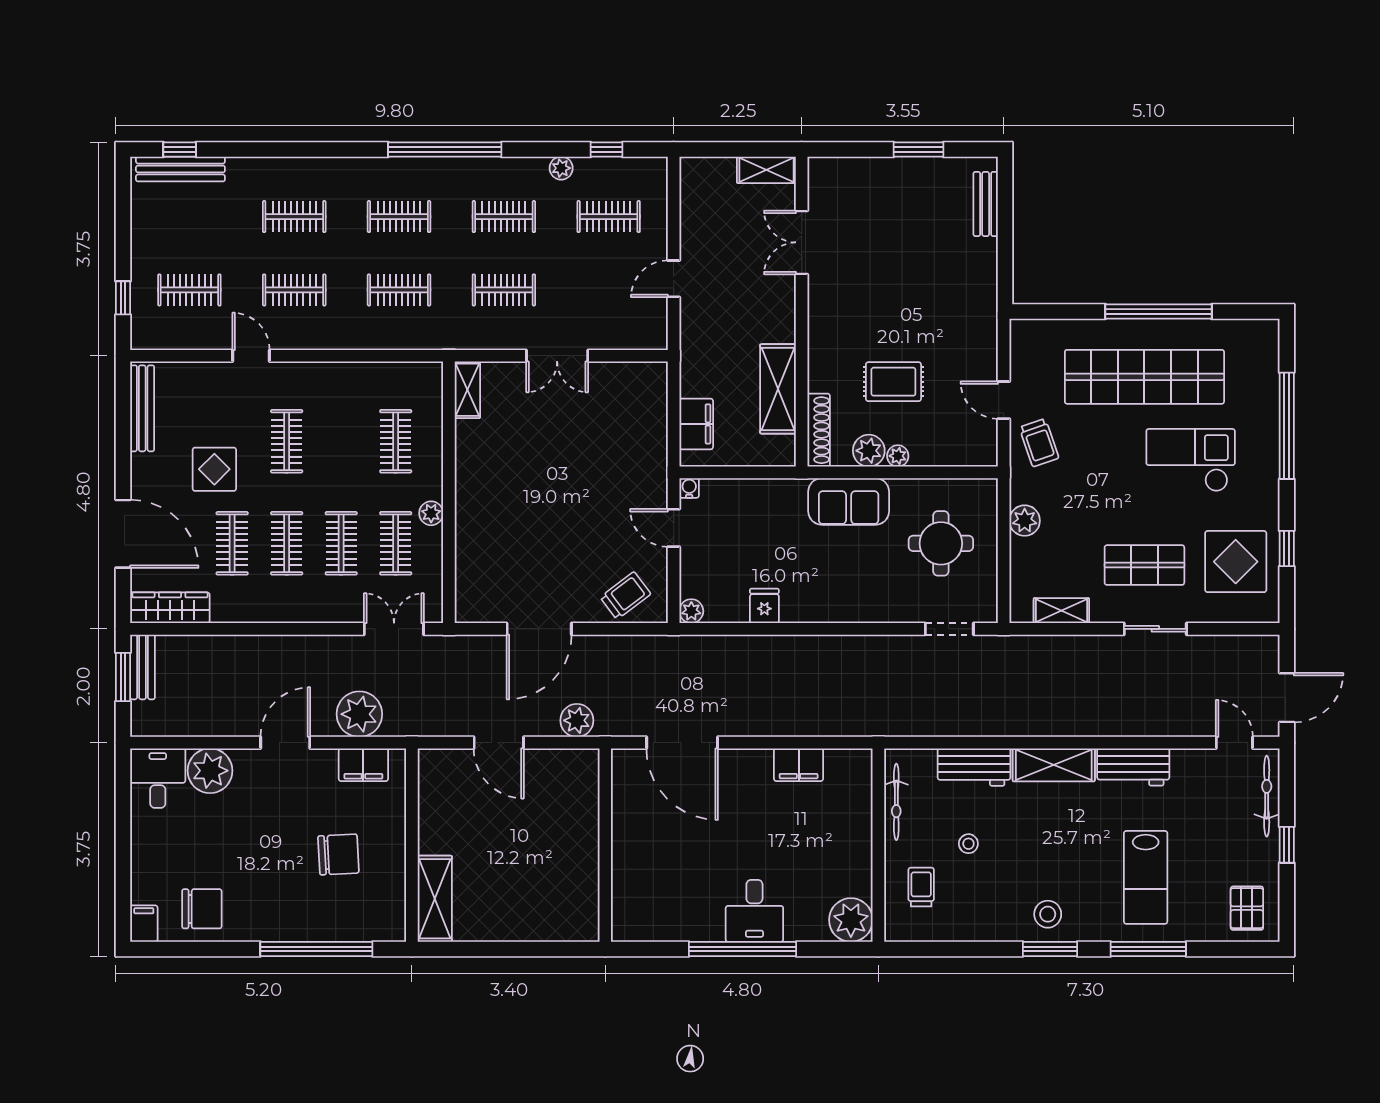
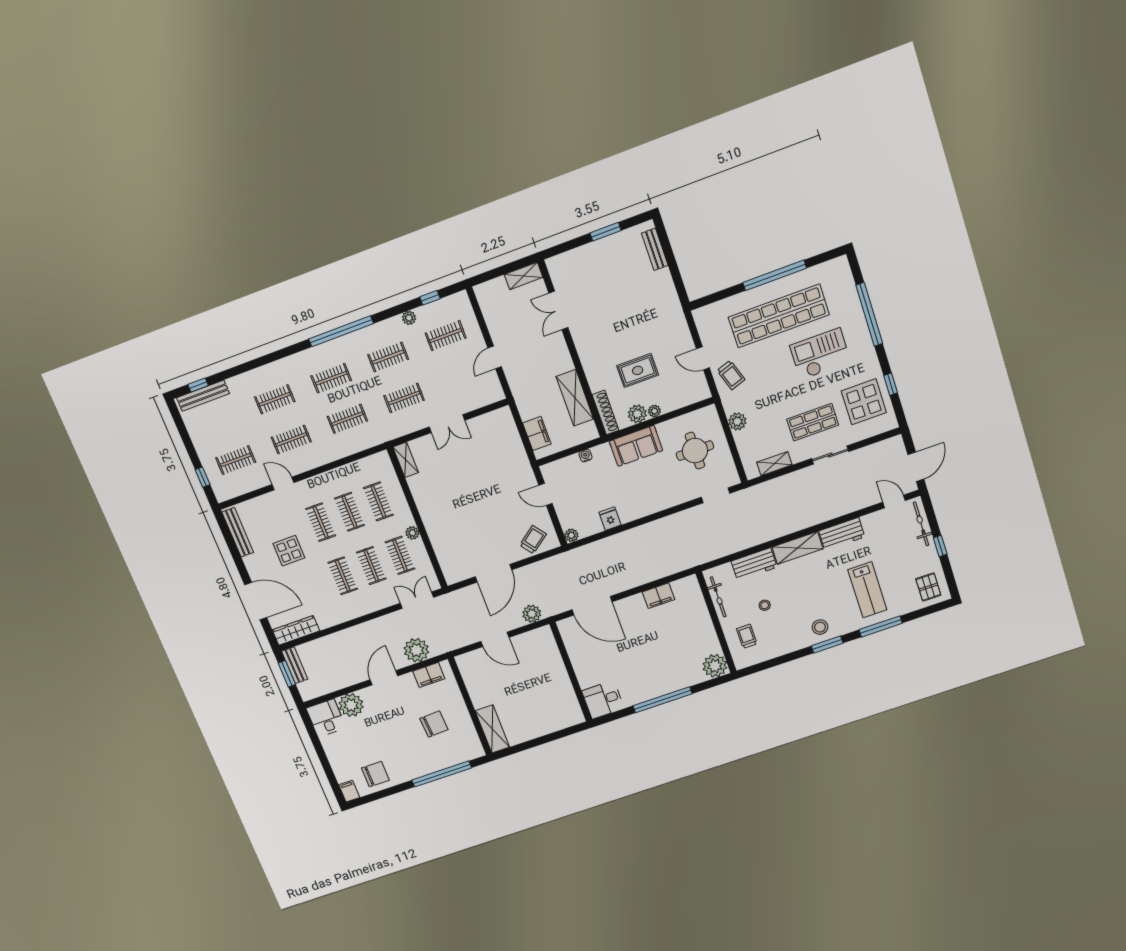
water cooler: (689, 488) -> (585, 456), moved
clothes rail: (232, 543) -> (349, 512), moved
desk: (754, 911) -> (603, 700), moved, turned 90

